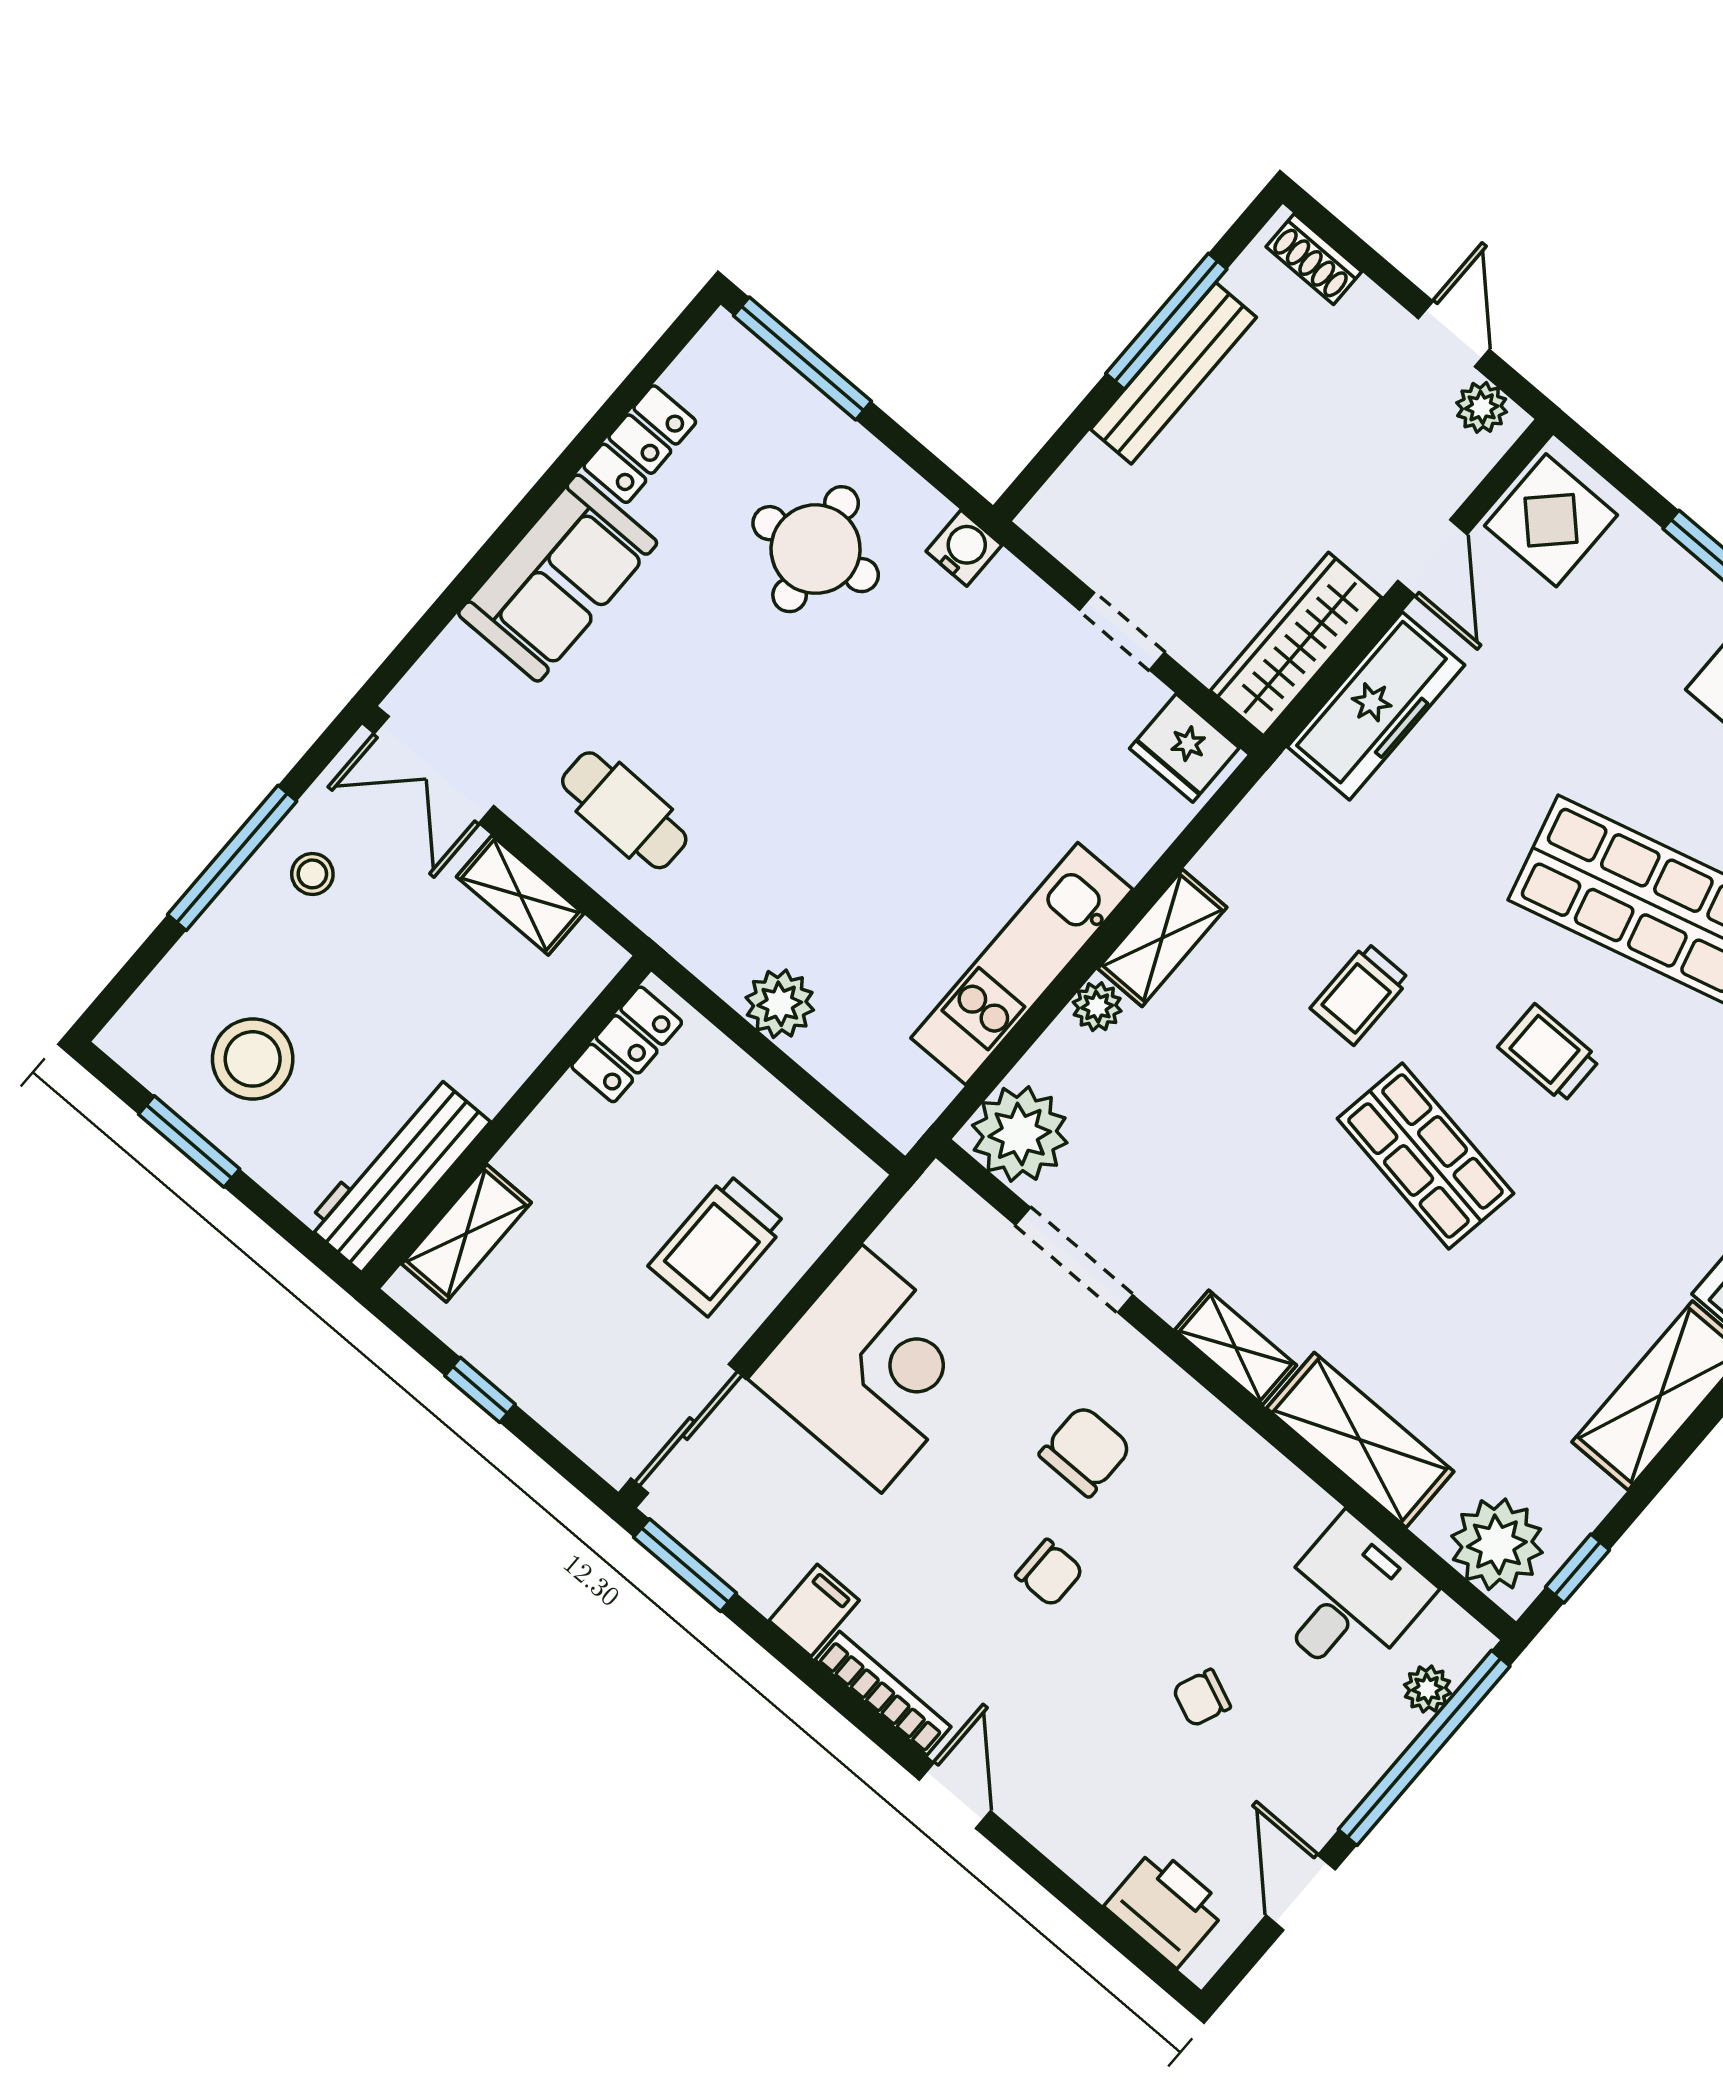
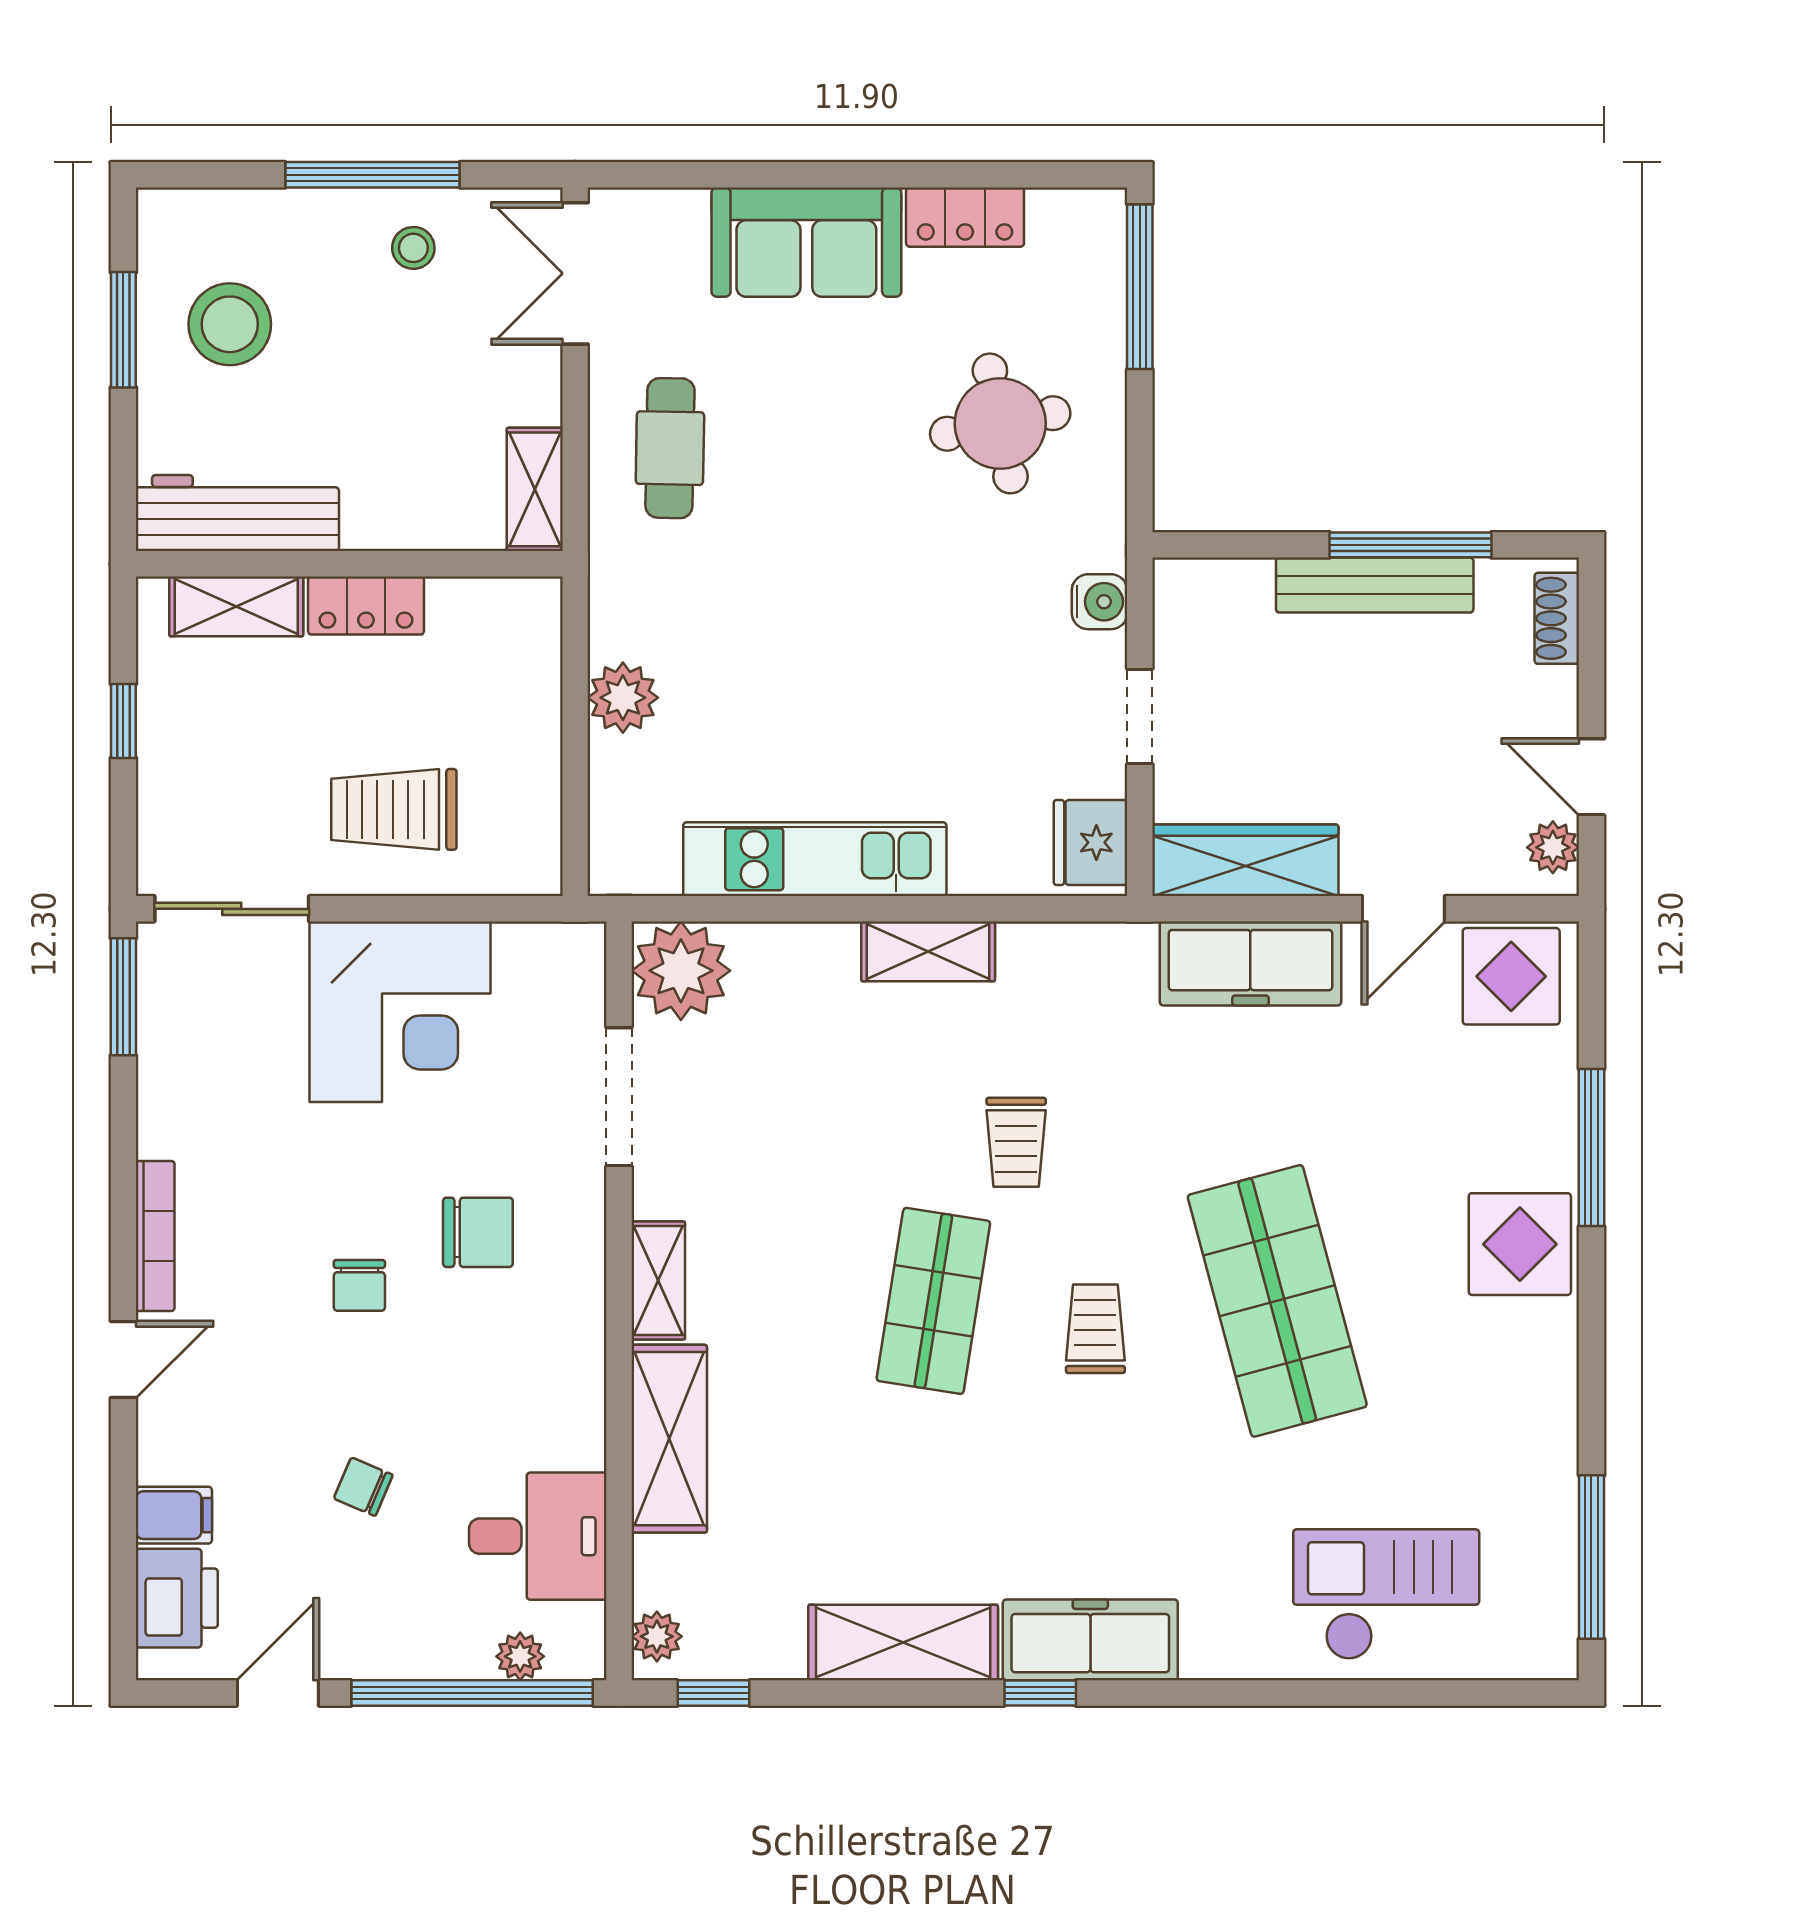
door: (1454, 334) -> (1591, 777), swing flipped
water cooler: (964, 548) -> (1100, 602), moved
shelving: (520, 895) -> (535, 489), moved
trolley: (1360, 994) -> (1016, 1142), turned -90
plant: (1097, 1007) -> (831, 946), removed
locker: (627, 1044) -> (366, 605), moved
plant: (1497, 1544) -> (657, 1636), width x0.53, depth x0.53
filing cabinet: (814, 1610) -> (174, 1515), moved

